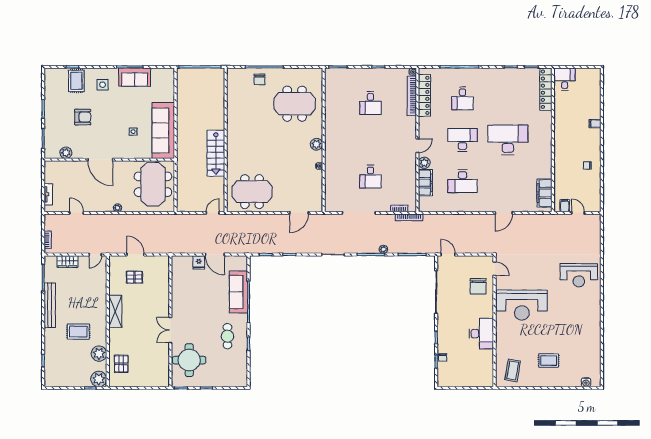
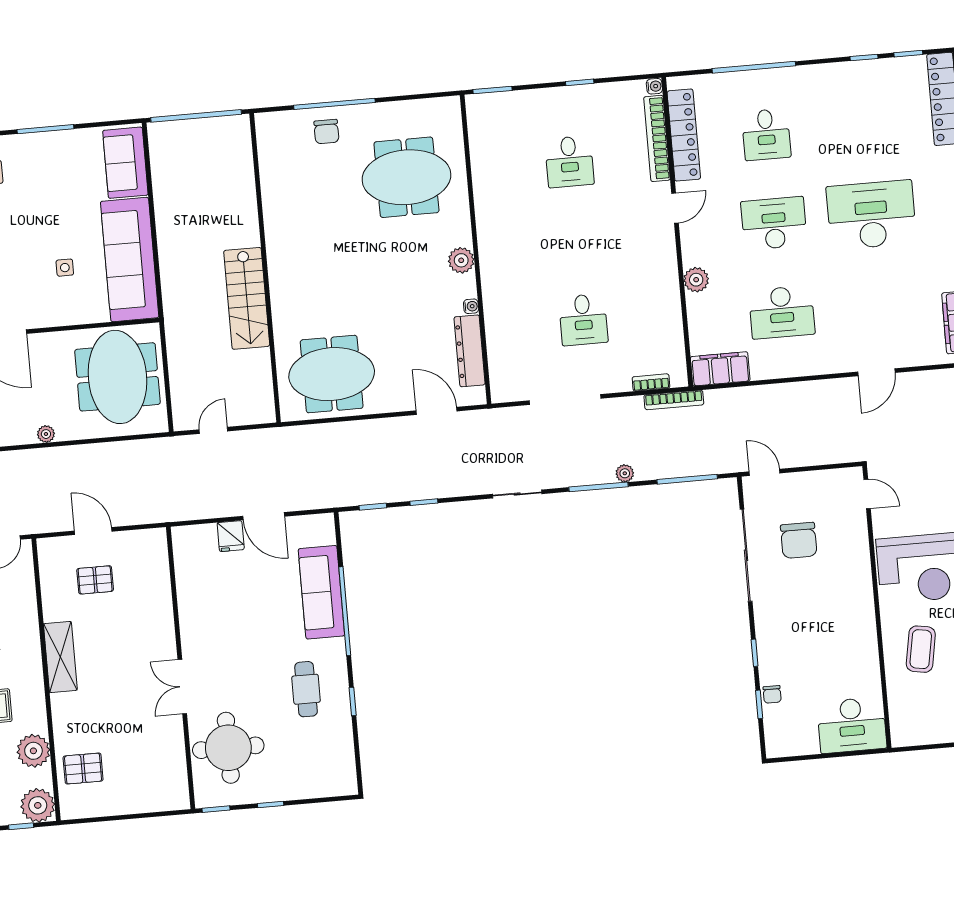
sofa: (135, 77) -> (125, 163), moved, turned 90
door: (417, 146) -> (675, 208), moved
filing cabinet: (425, 183) -> (720, 369), moved, turned -90
dresser: (317, 186) -> (470, 351), added
door: (213, 213) -> (213, 430), moved
door: (299, 213) -> (437, 411), swing flipped
chair: (478, 286) -> (799, 540), moved
desk: (481, 334) -> (852, 725), moved, turned 90
pallet: (121, 364) -> (83, 769), turned 90
coffee table: (513, 370) -> (921, 649), moved

